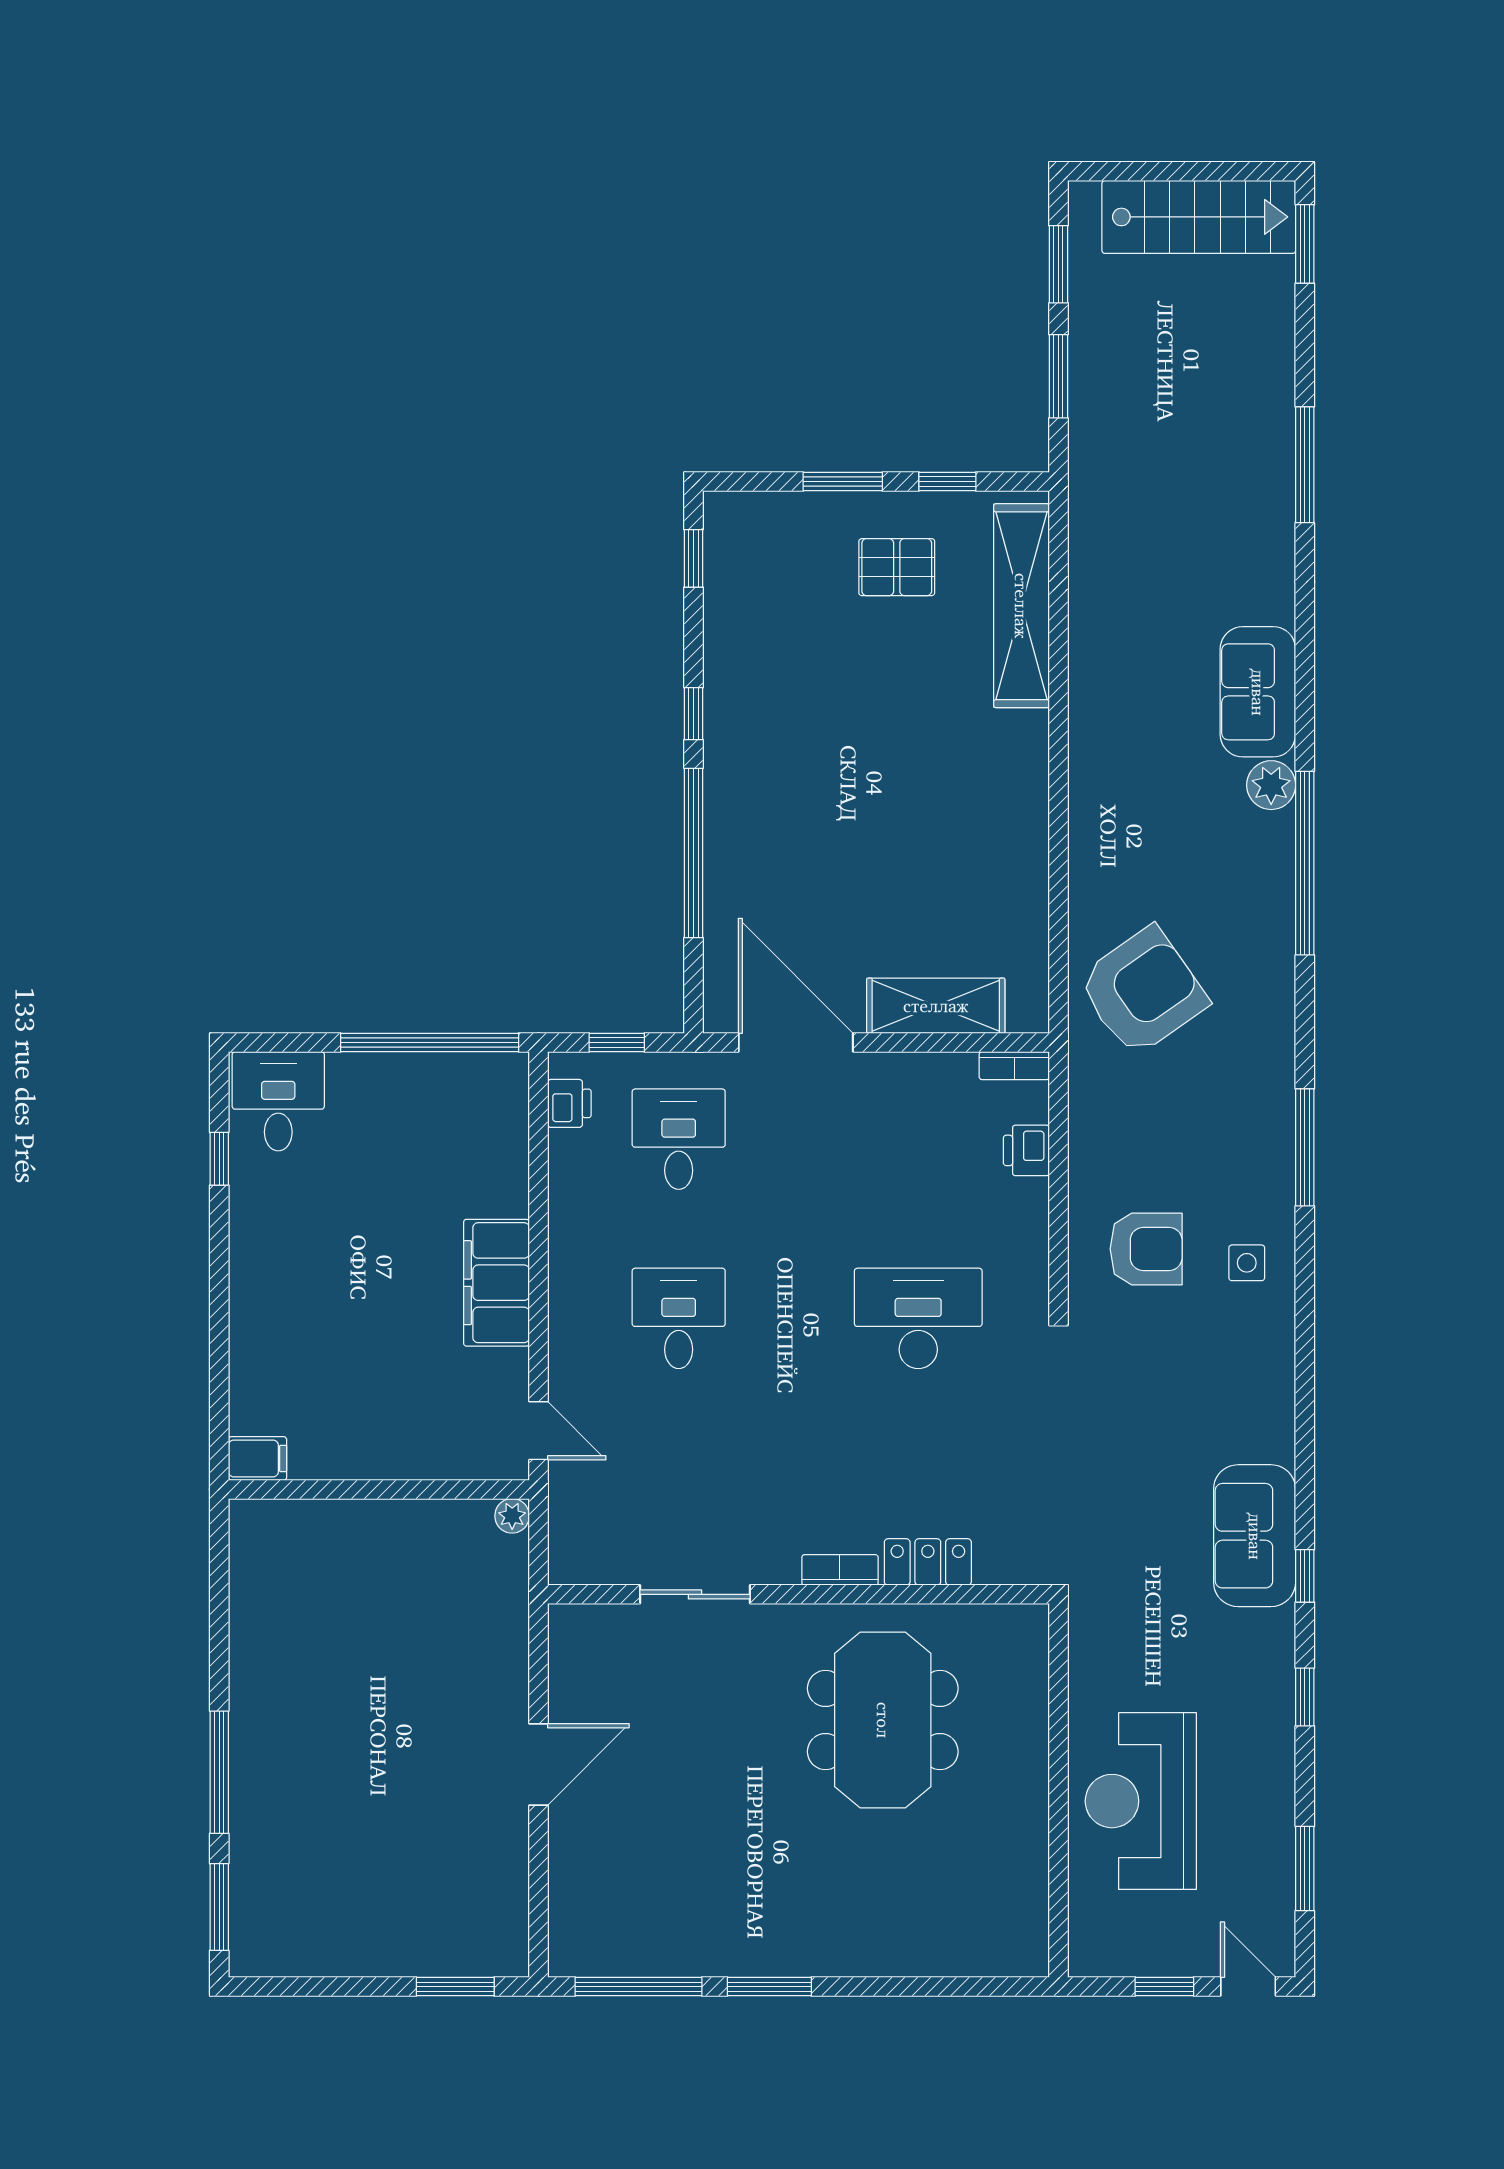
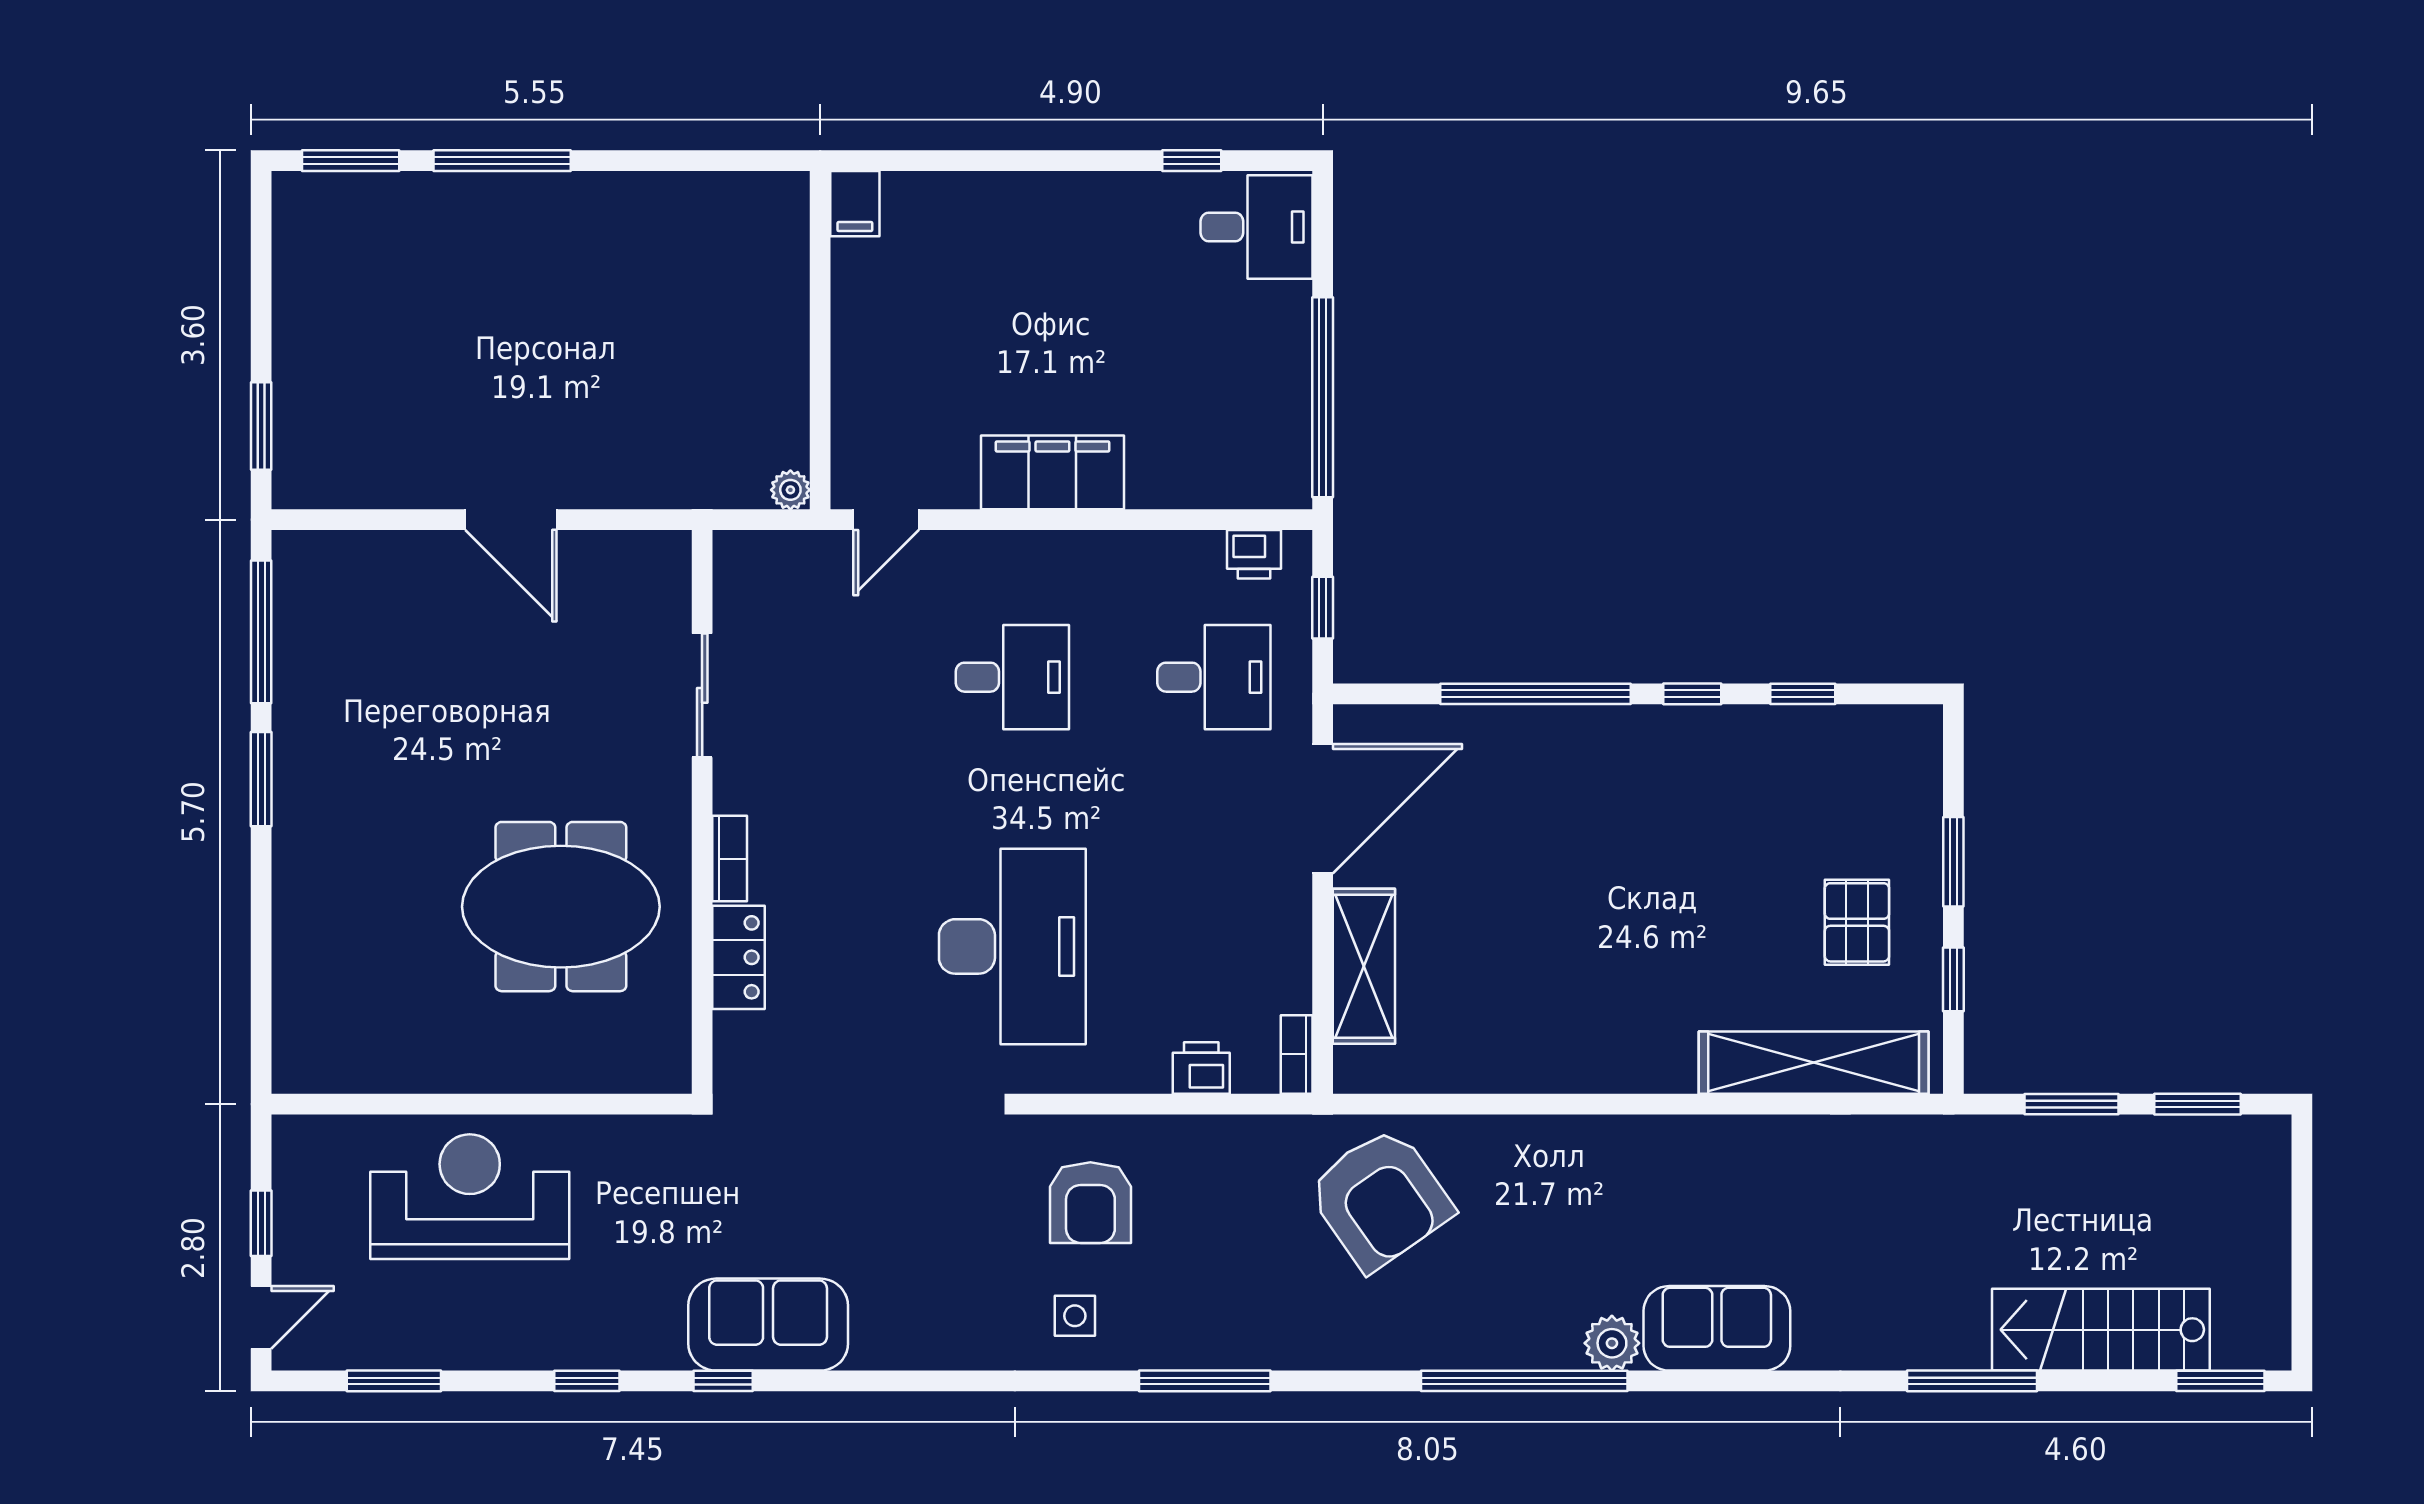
stairs: (1199, 217) -> (2101, 1330), moved, turned 90
window: (694, 558) -> (1803, 694), moved
desk: (918, 1318) -> (1012, 946), width x1.36, depth x1.30

